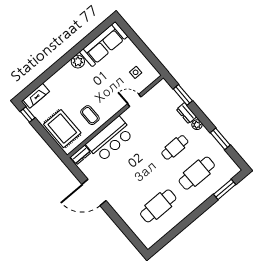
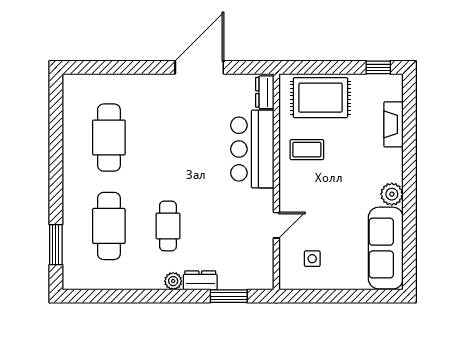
fireplace: (36, 96) -> (394, 124), moved
window: (220, 139) -> (128, 296), removed

